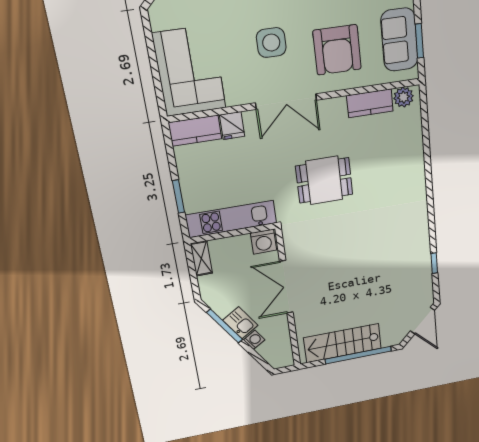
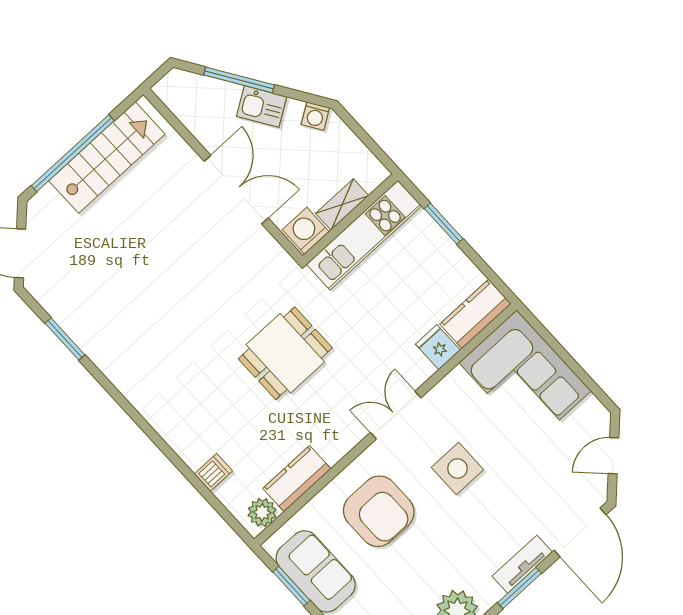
armchair: (337, 50) -> (379, 511), turned 180
double door: (286, 102) -> (396, 415), width x0.73
dishwasher: (413, 139) -> (213, 472), added
shelving: (201, 258) -> (342, 204), moved, turned 90
window: (434, 263) -> (65, 339), width x1.50
window: (225, 326) -> (239, 80), moved
washing machine: (254, 340) -> (315, 116), moved

